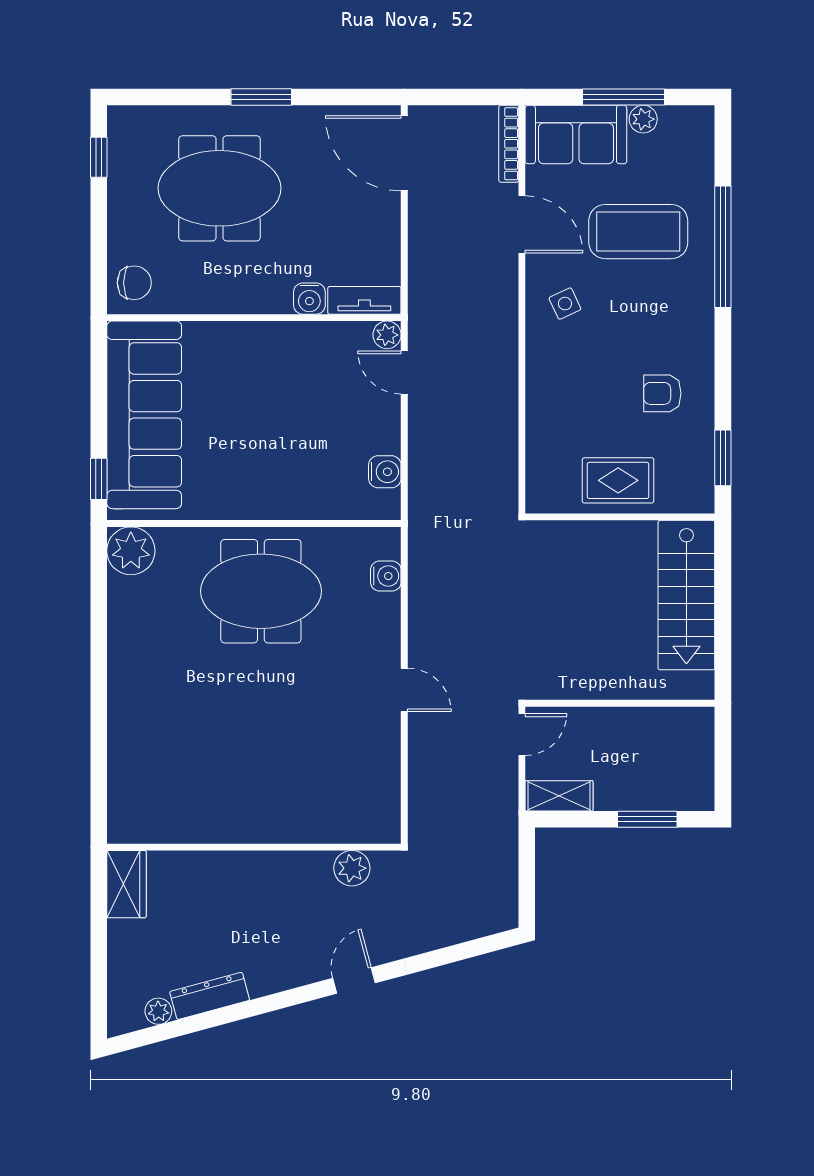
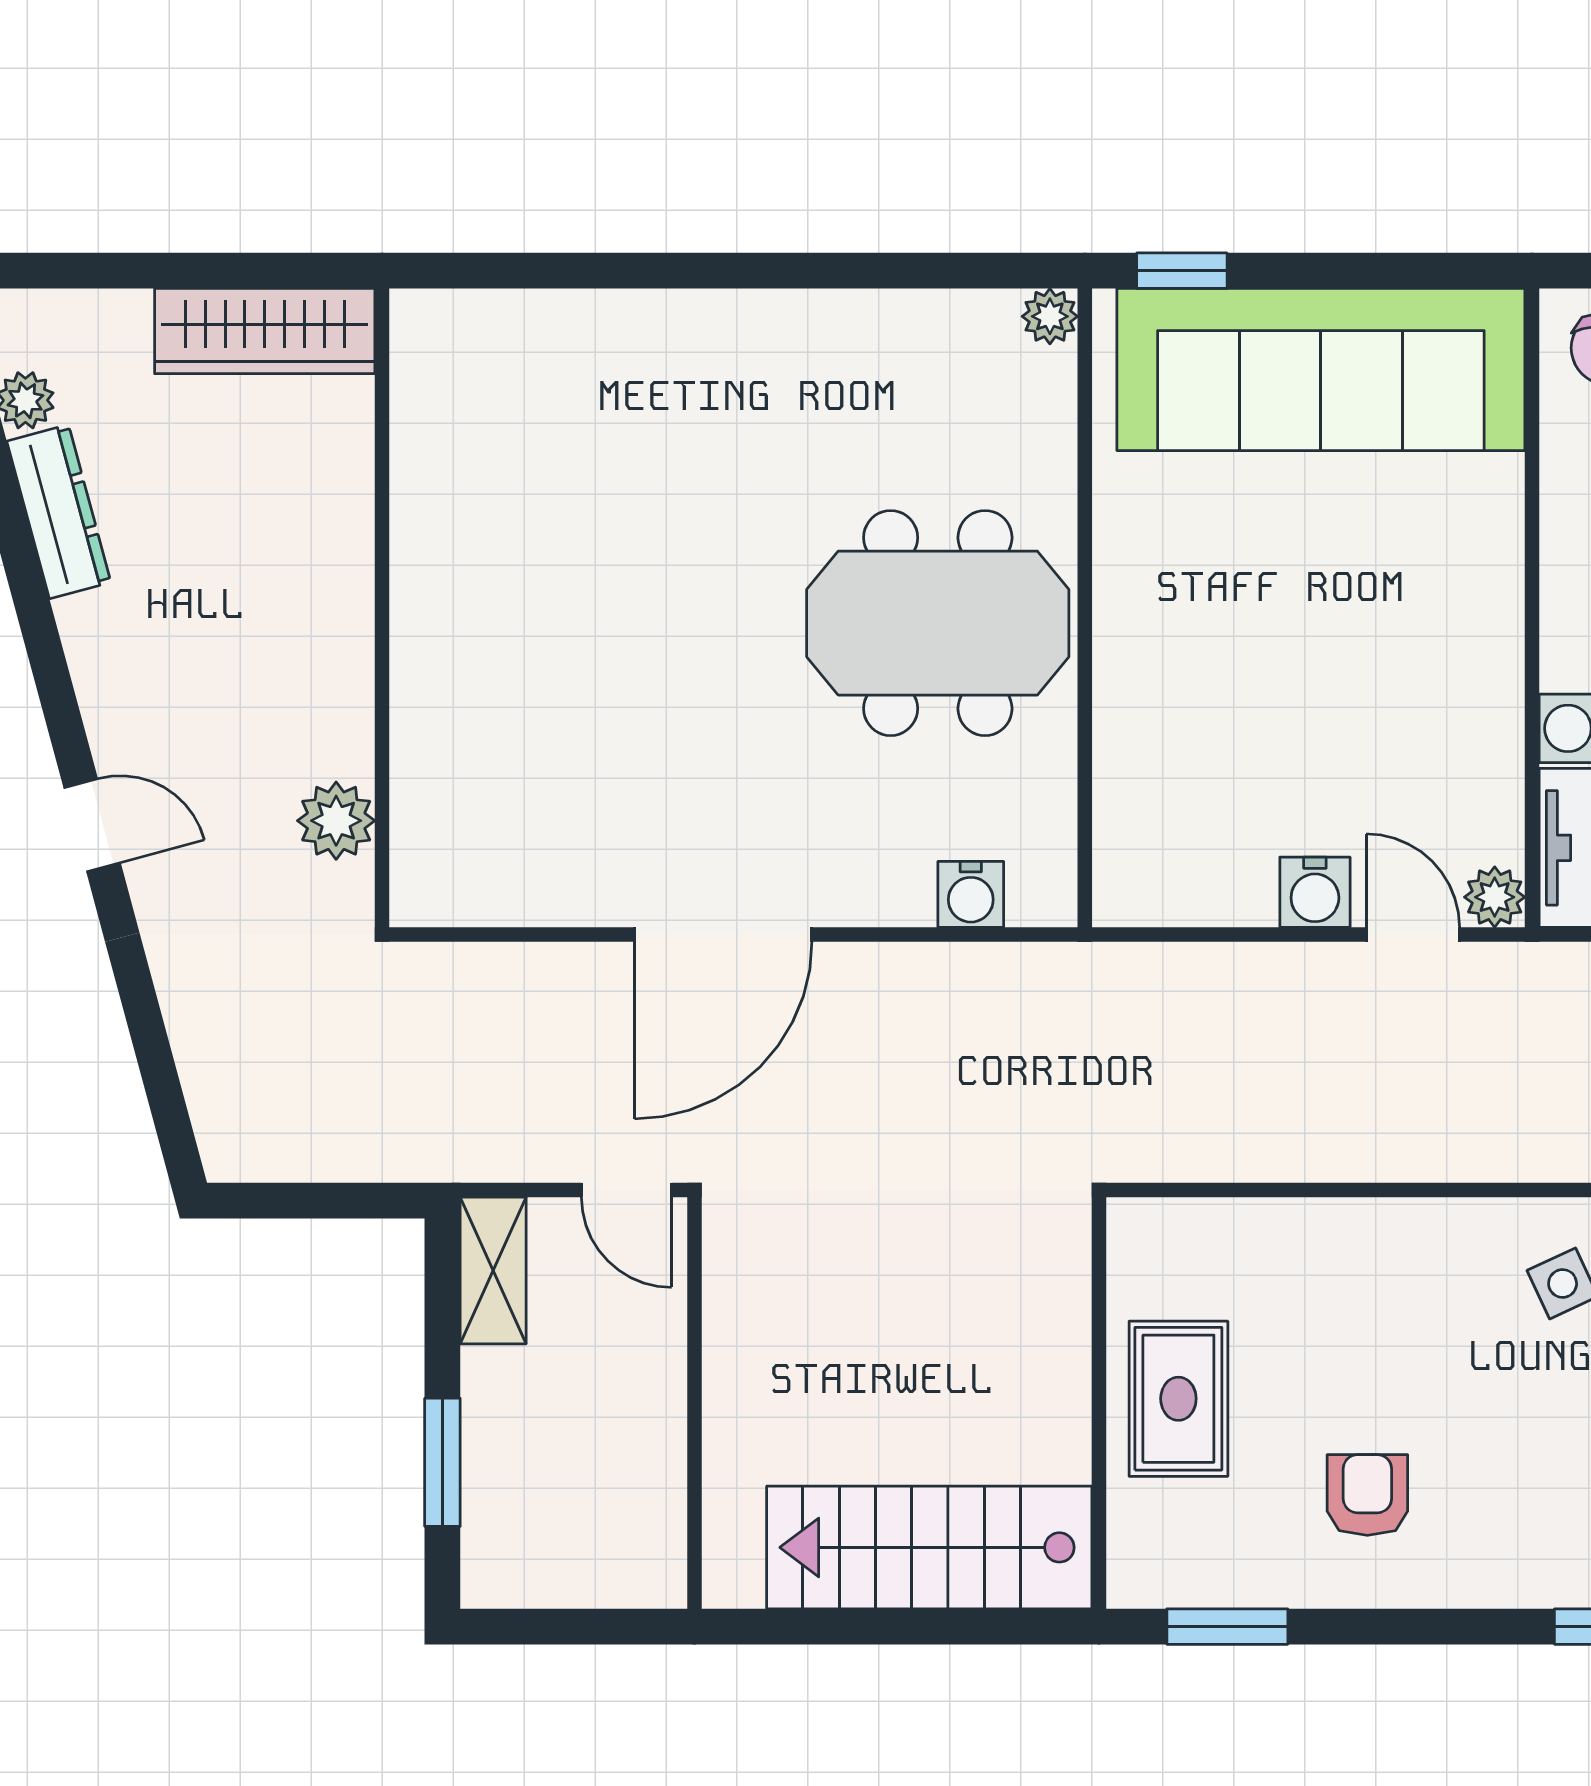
door: (404, 373) -> (1413, 934), hinge flipped
water cooler: (385, 472) -> (1315, 892), moved
plant: (131, 551) -> (1050, 316), width x0.53, depth x0.53
meeting table: (261, 591) -> (938, 623), turned 90
door: (404, 690) -> (723, 934), width x1.87
wardrobe: (126, 884) -> (265, 331), width x1.50

